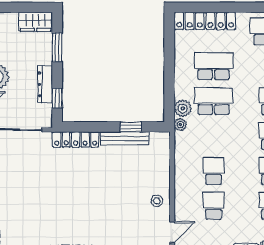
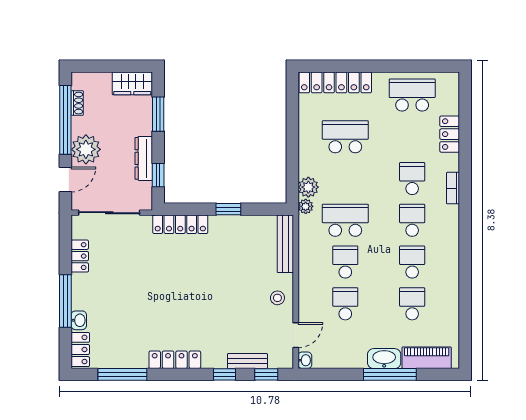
school desk: (214, 101) -> (345, 220), moved
window: (131, 127) -> (228, 209), moved
bench: (125, 138) -> (285, 244), moved, turned 90

